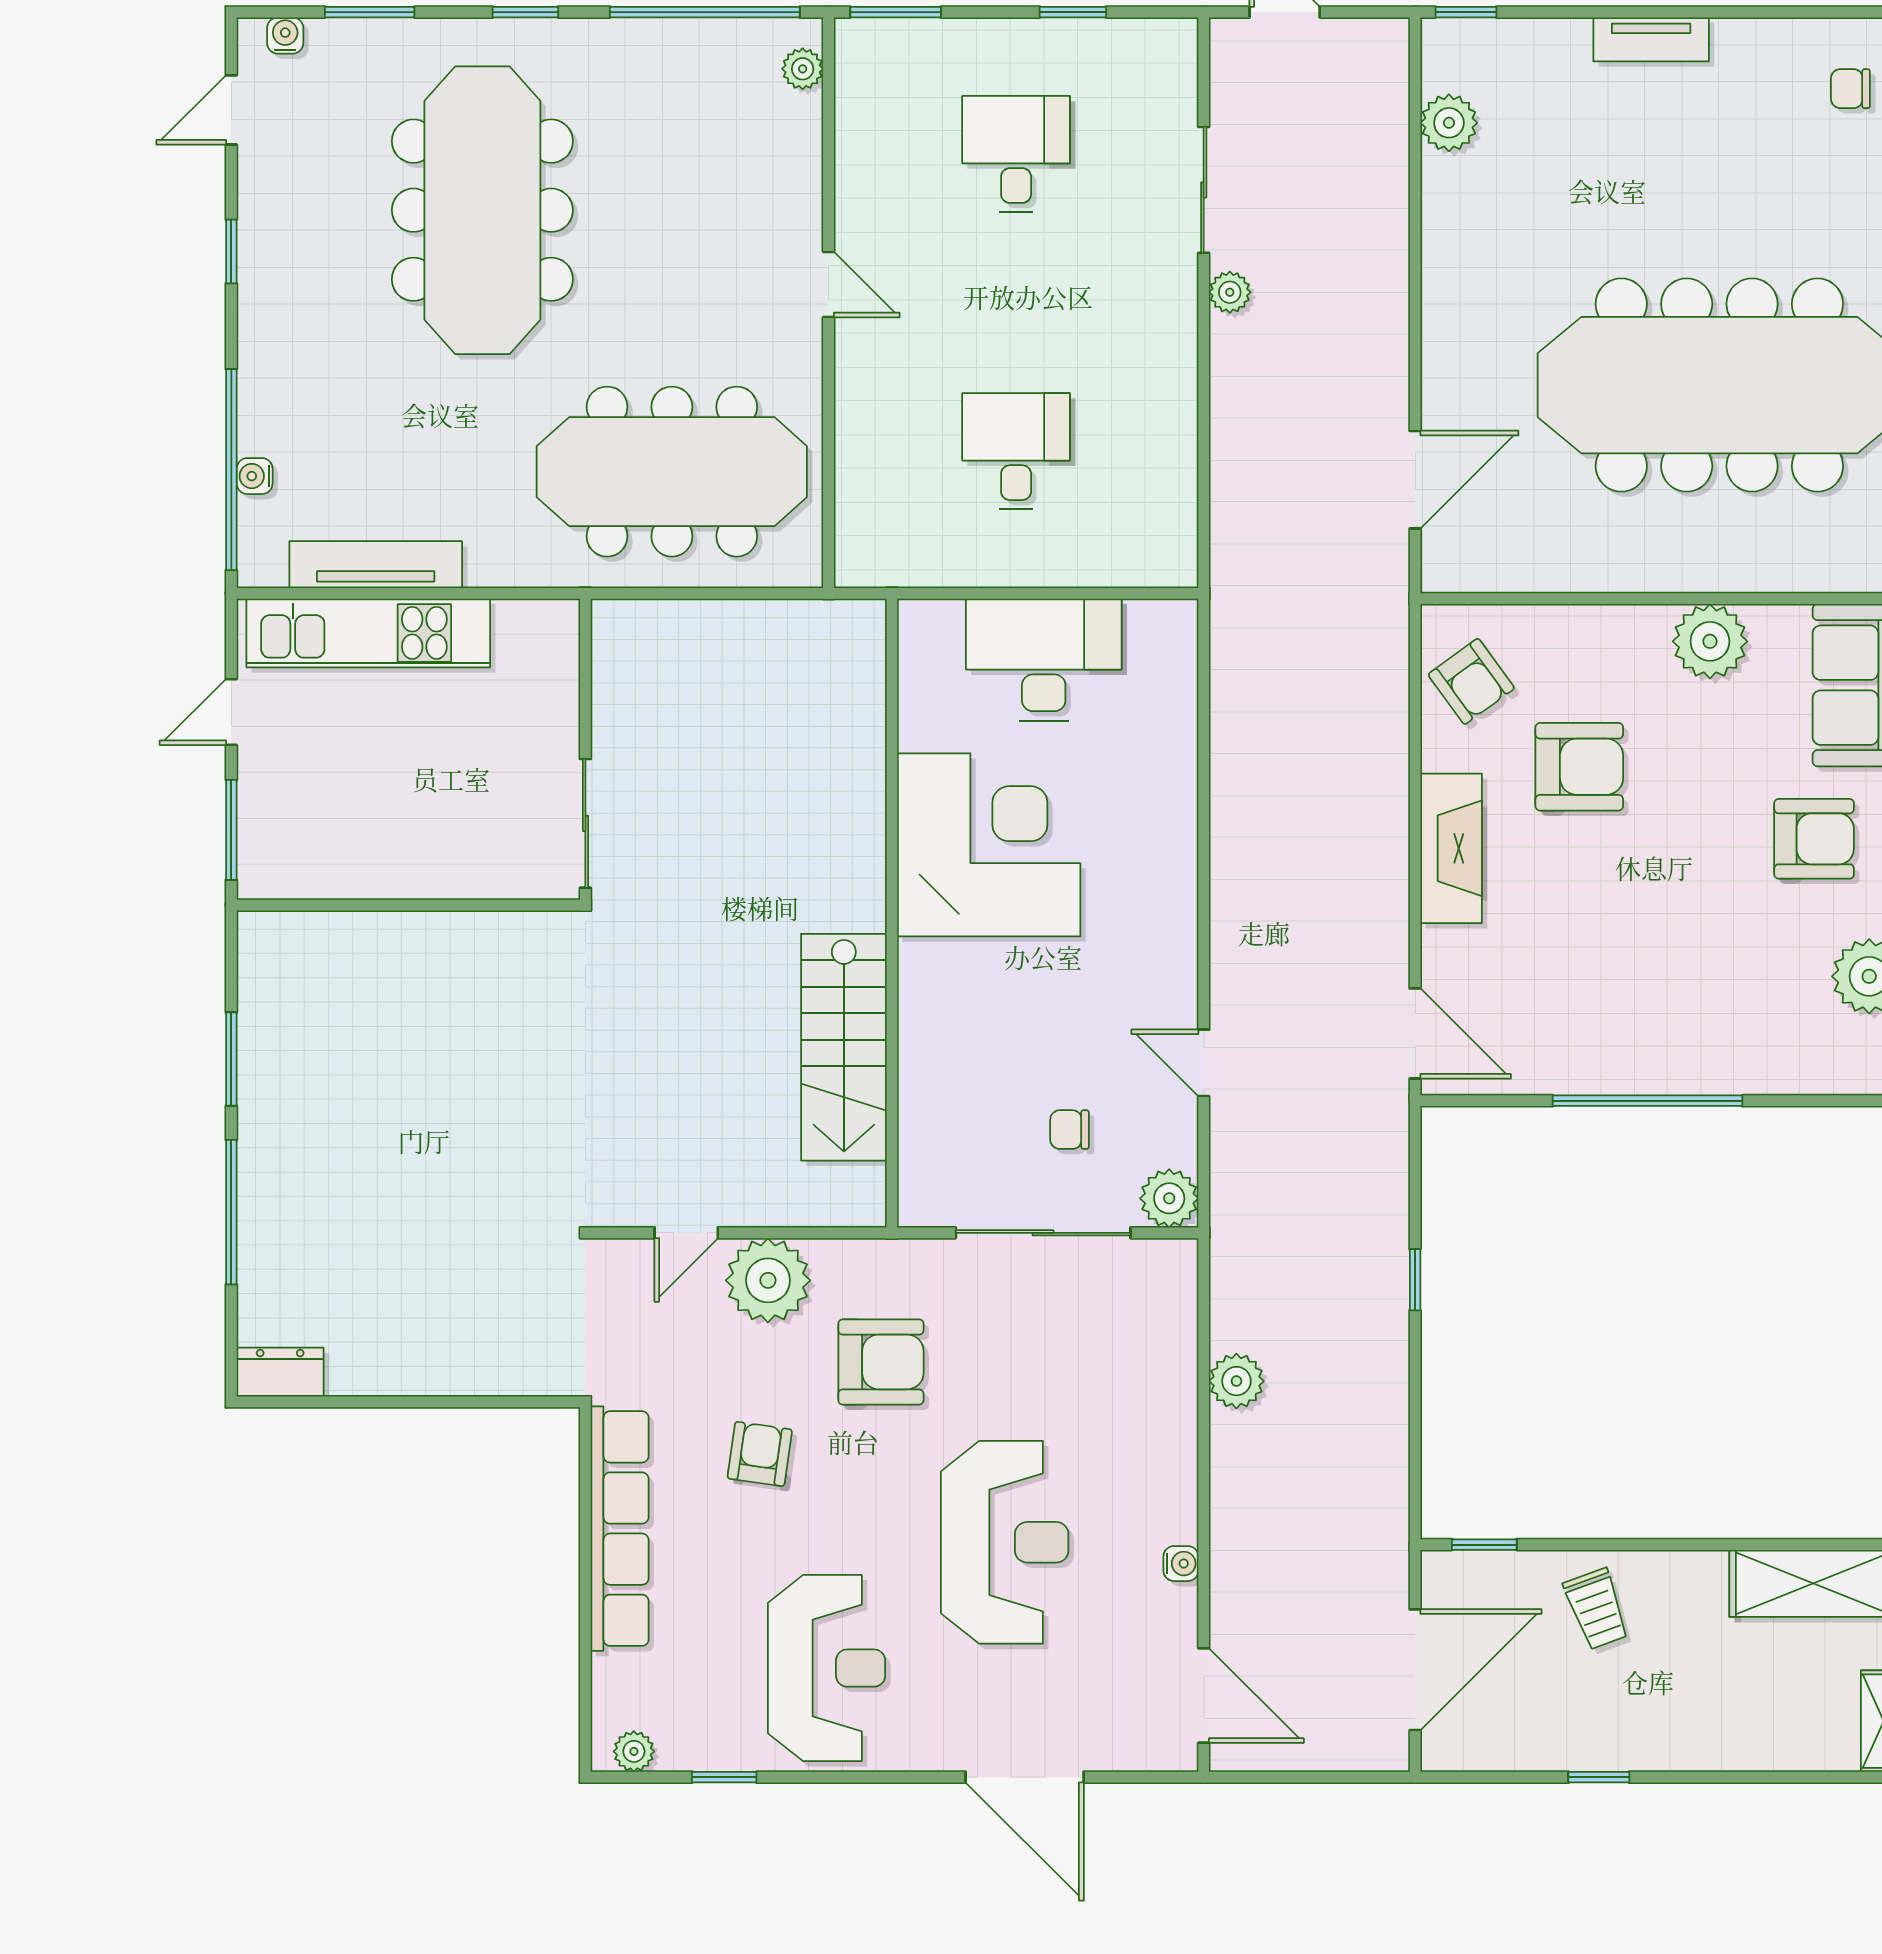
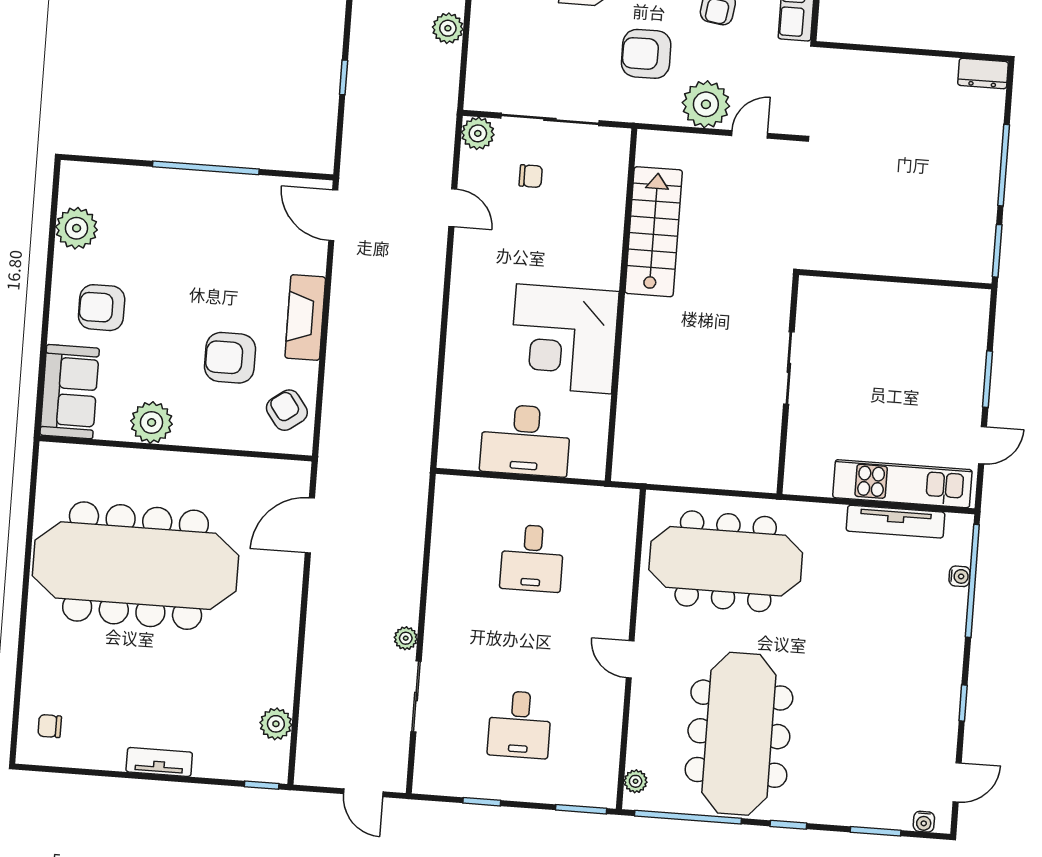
chair: (1850, 89) -> (50, 726), turned 180
meeting table: (482, 210) -> (739, 734), moved
wall: (408, 905) -> (895, 279), moved

